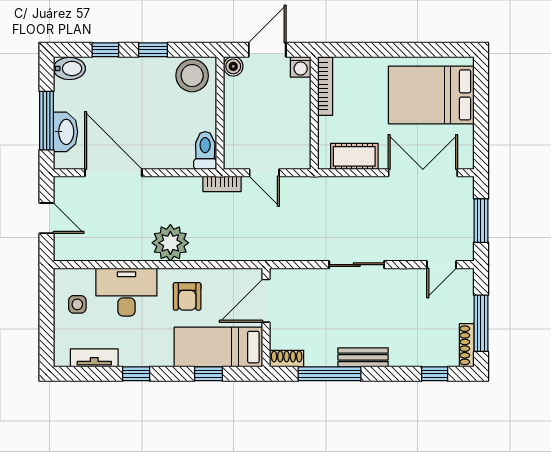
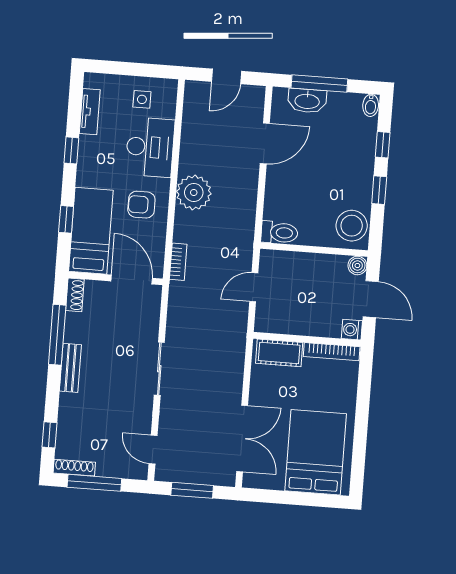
bidet: (69, 68) -> (371, 105), width x0.72, depth x0.74
cot: (354, 156) -> (279, 353), moved, turned 90
door: (113, 173) -> (265, 143), width x0.73
bookcase: (222, 184) -> (178, 262), moved, turned 180

